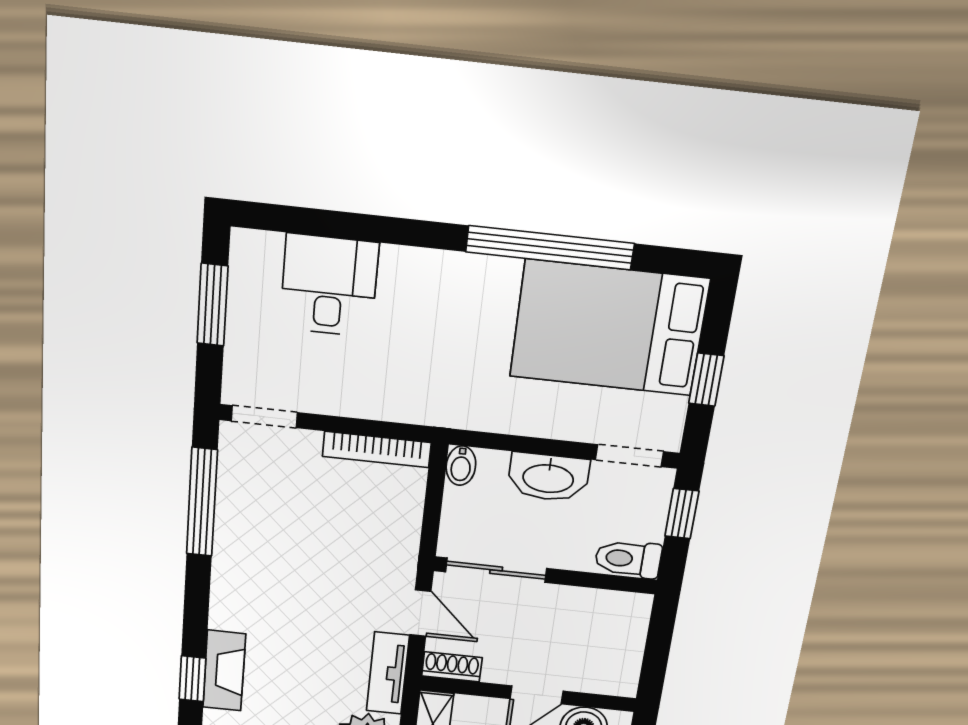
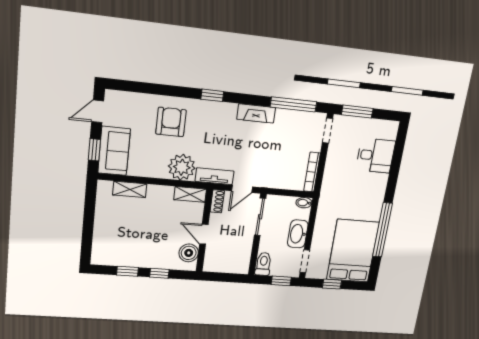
window: (213, 305) -> (357, 112), moved
fireplace: (224, 671) -> (256, 113), moved

